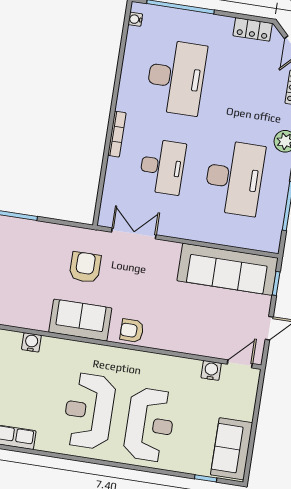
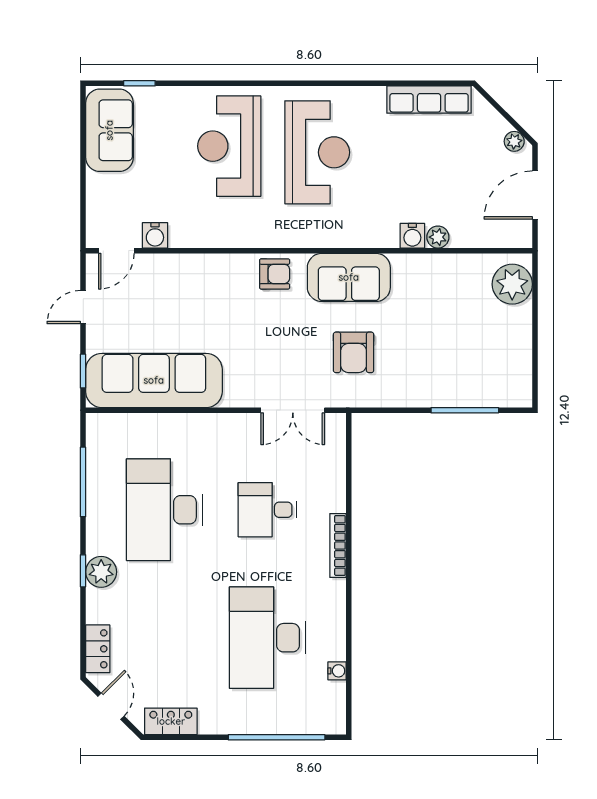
water cooler: (135, 19) -> (337, 671), moved
desk: (162, 167) -> (267, 510), width x0.73
plant: (14, 339) -> (438, 237), added

